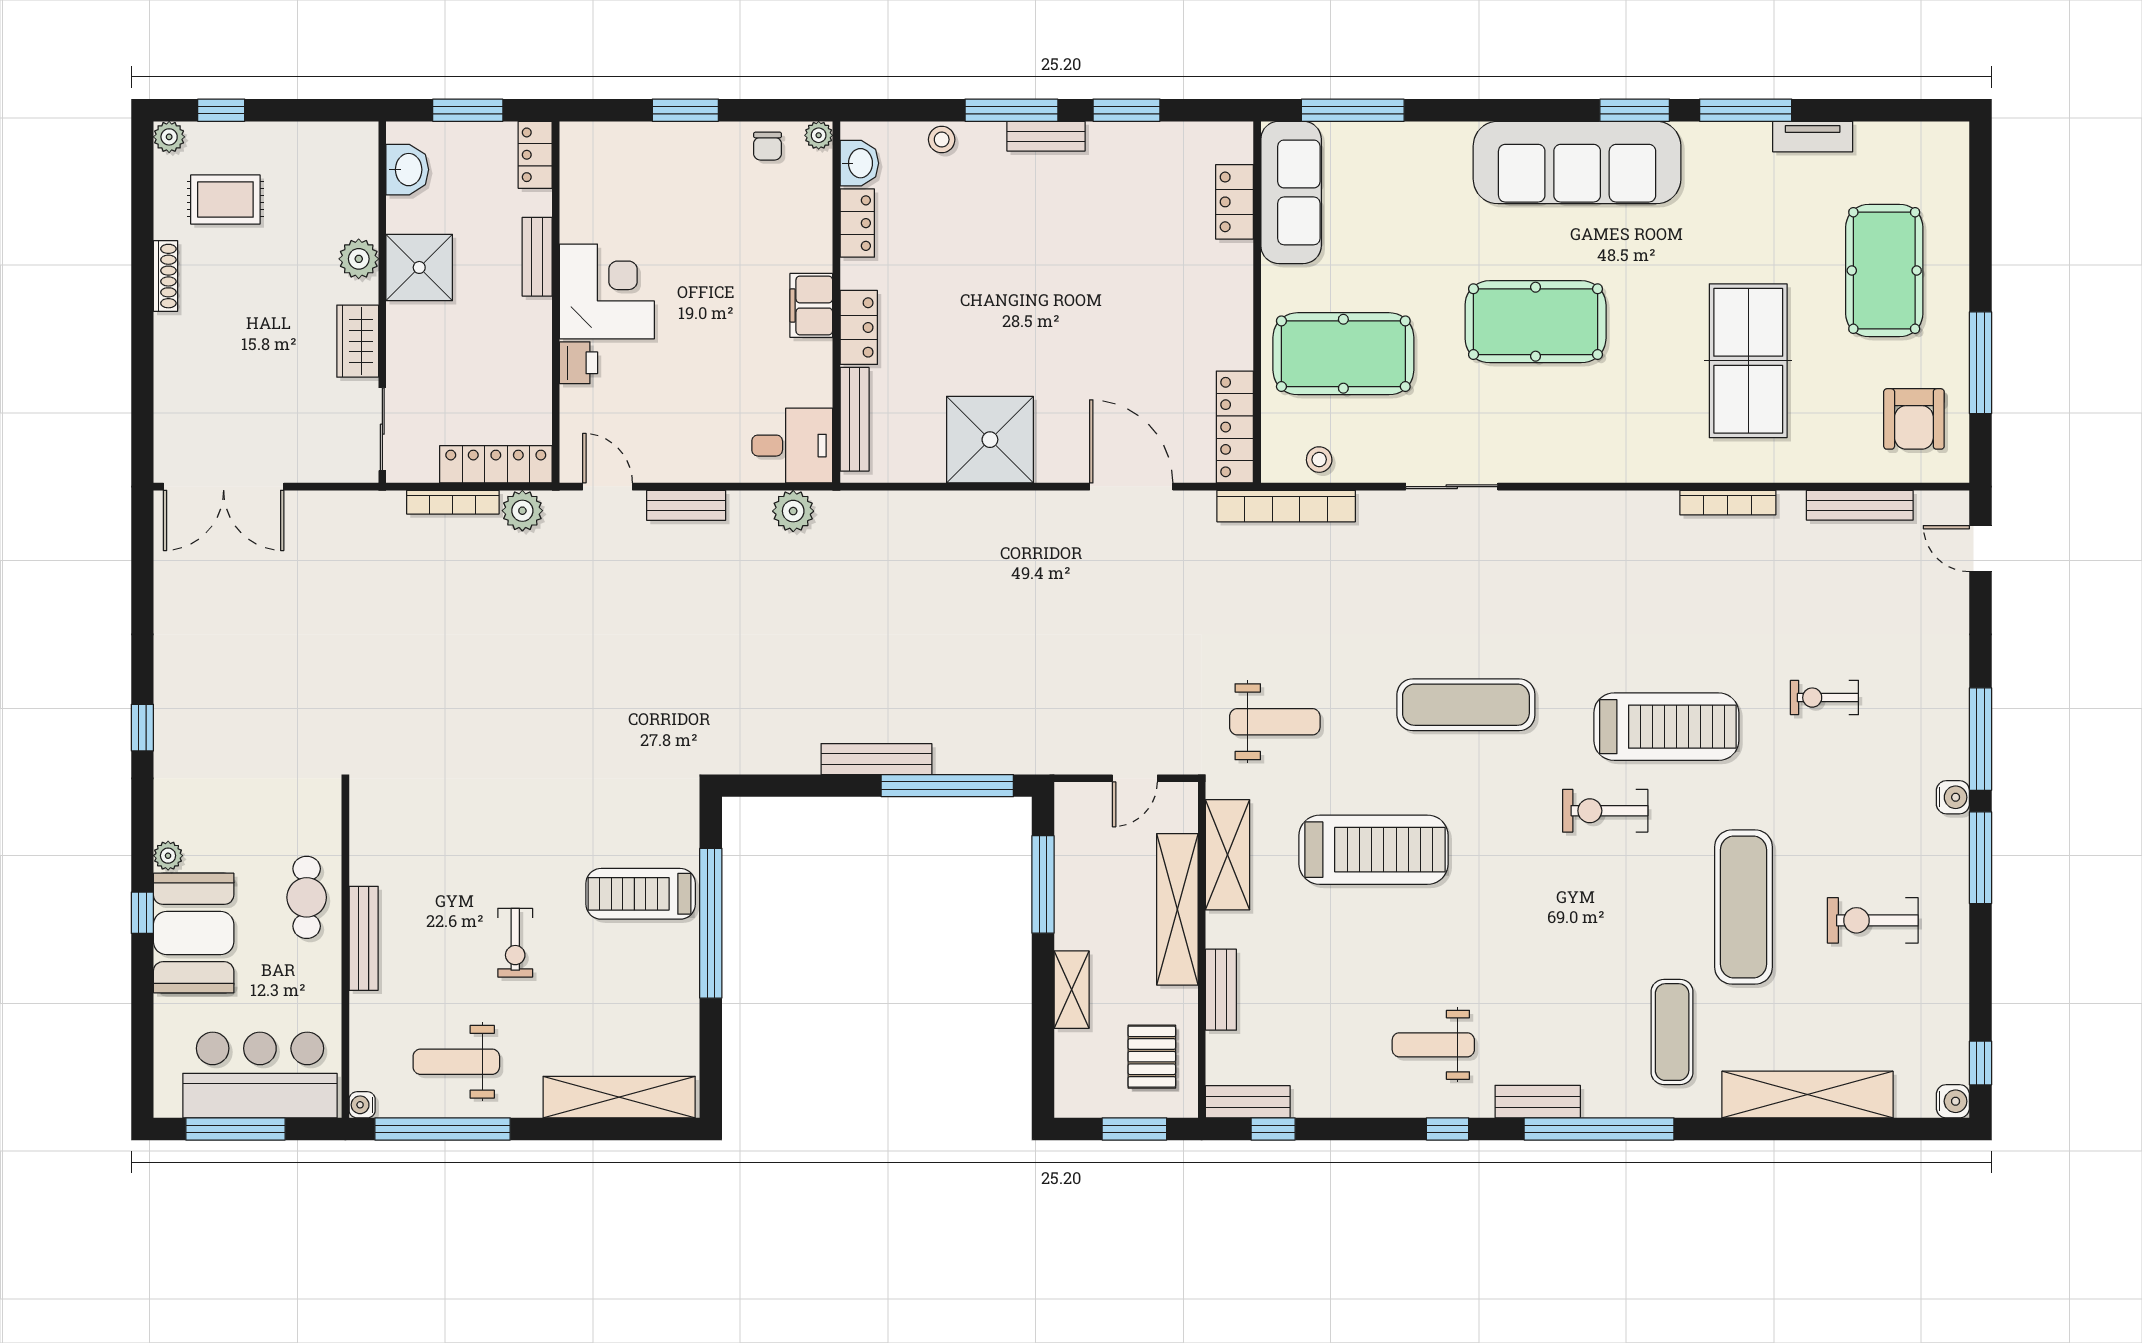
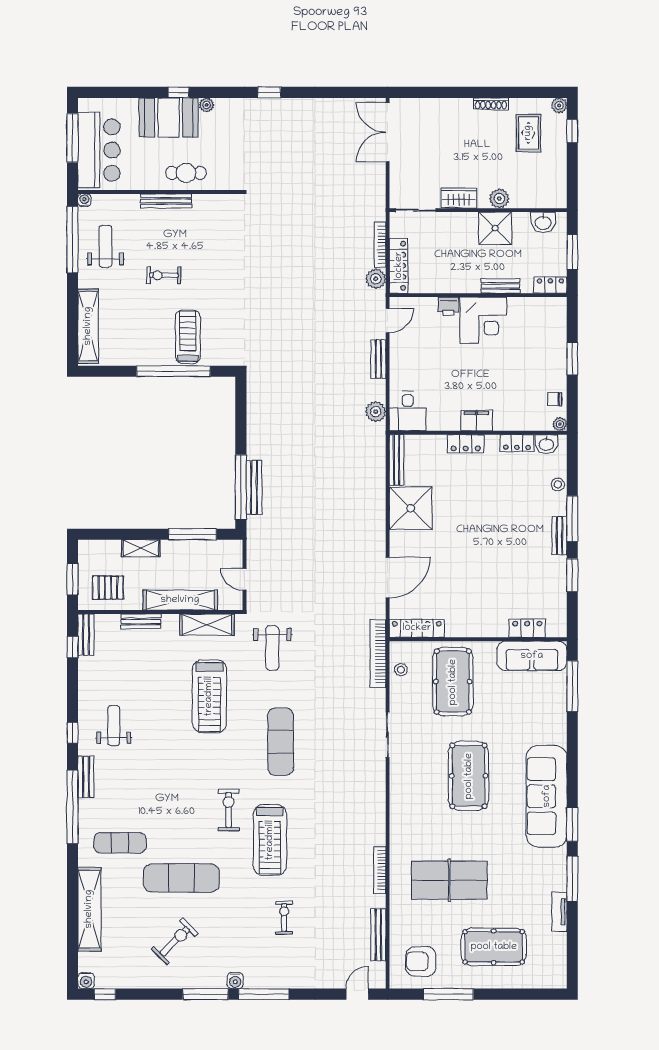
bench: (855, 419) -> (396, 460), moved, turned 90
bench: (876, 759) -> (254, 487), moved
exercise bike: (1873, 920) -> (175, 941), turned 45

